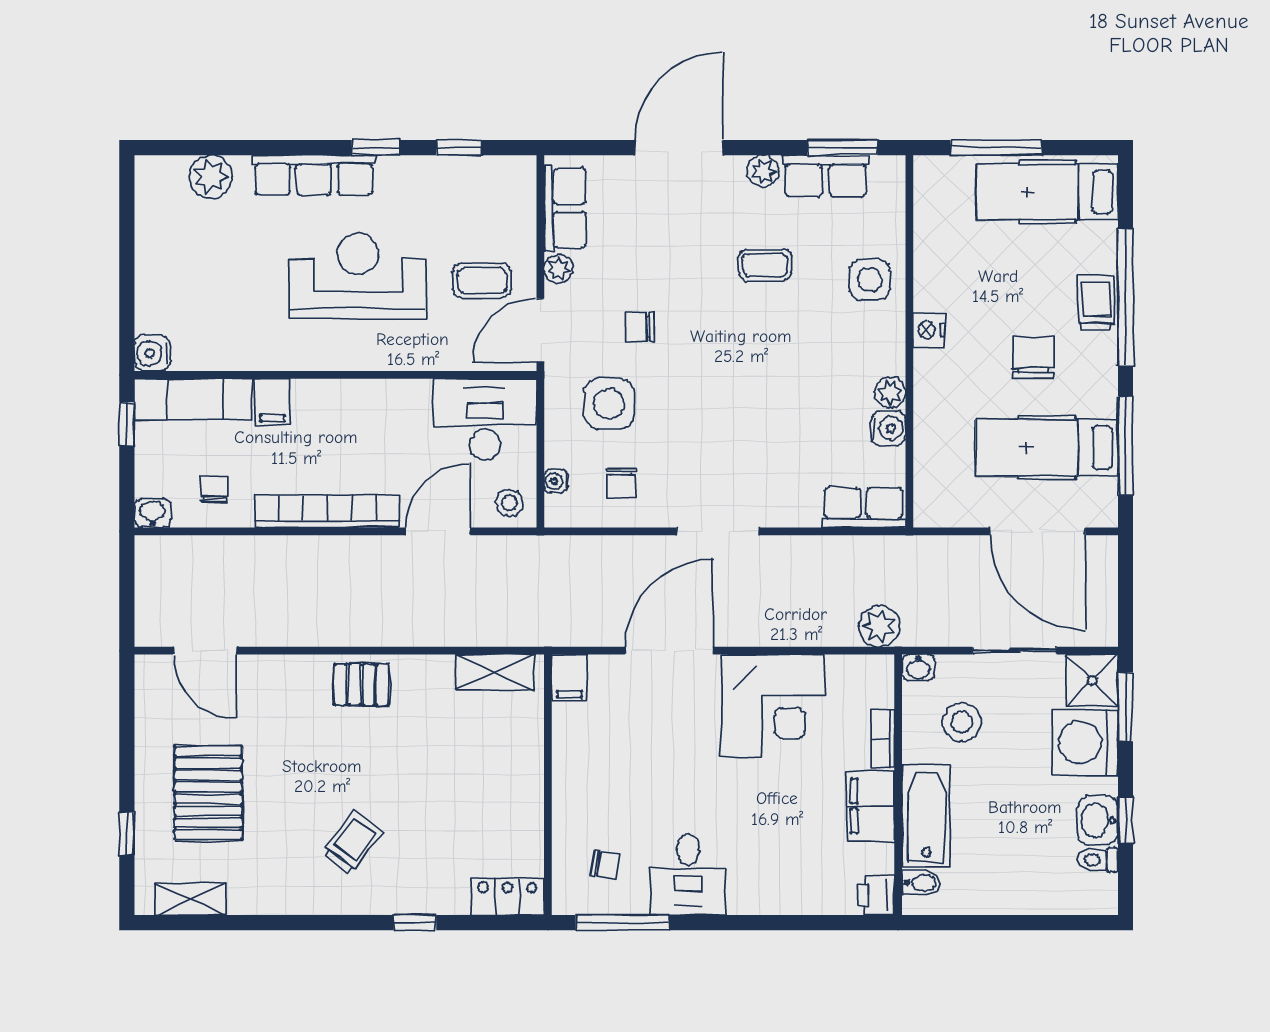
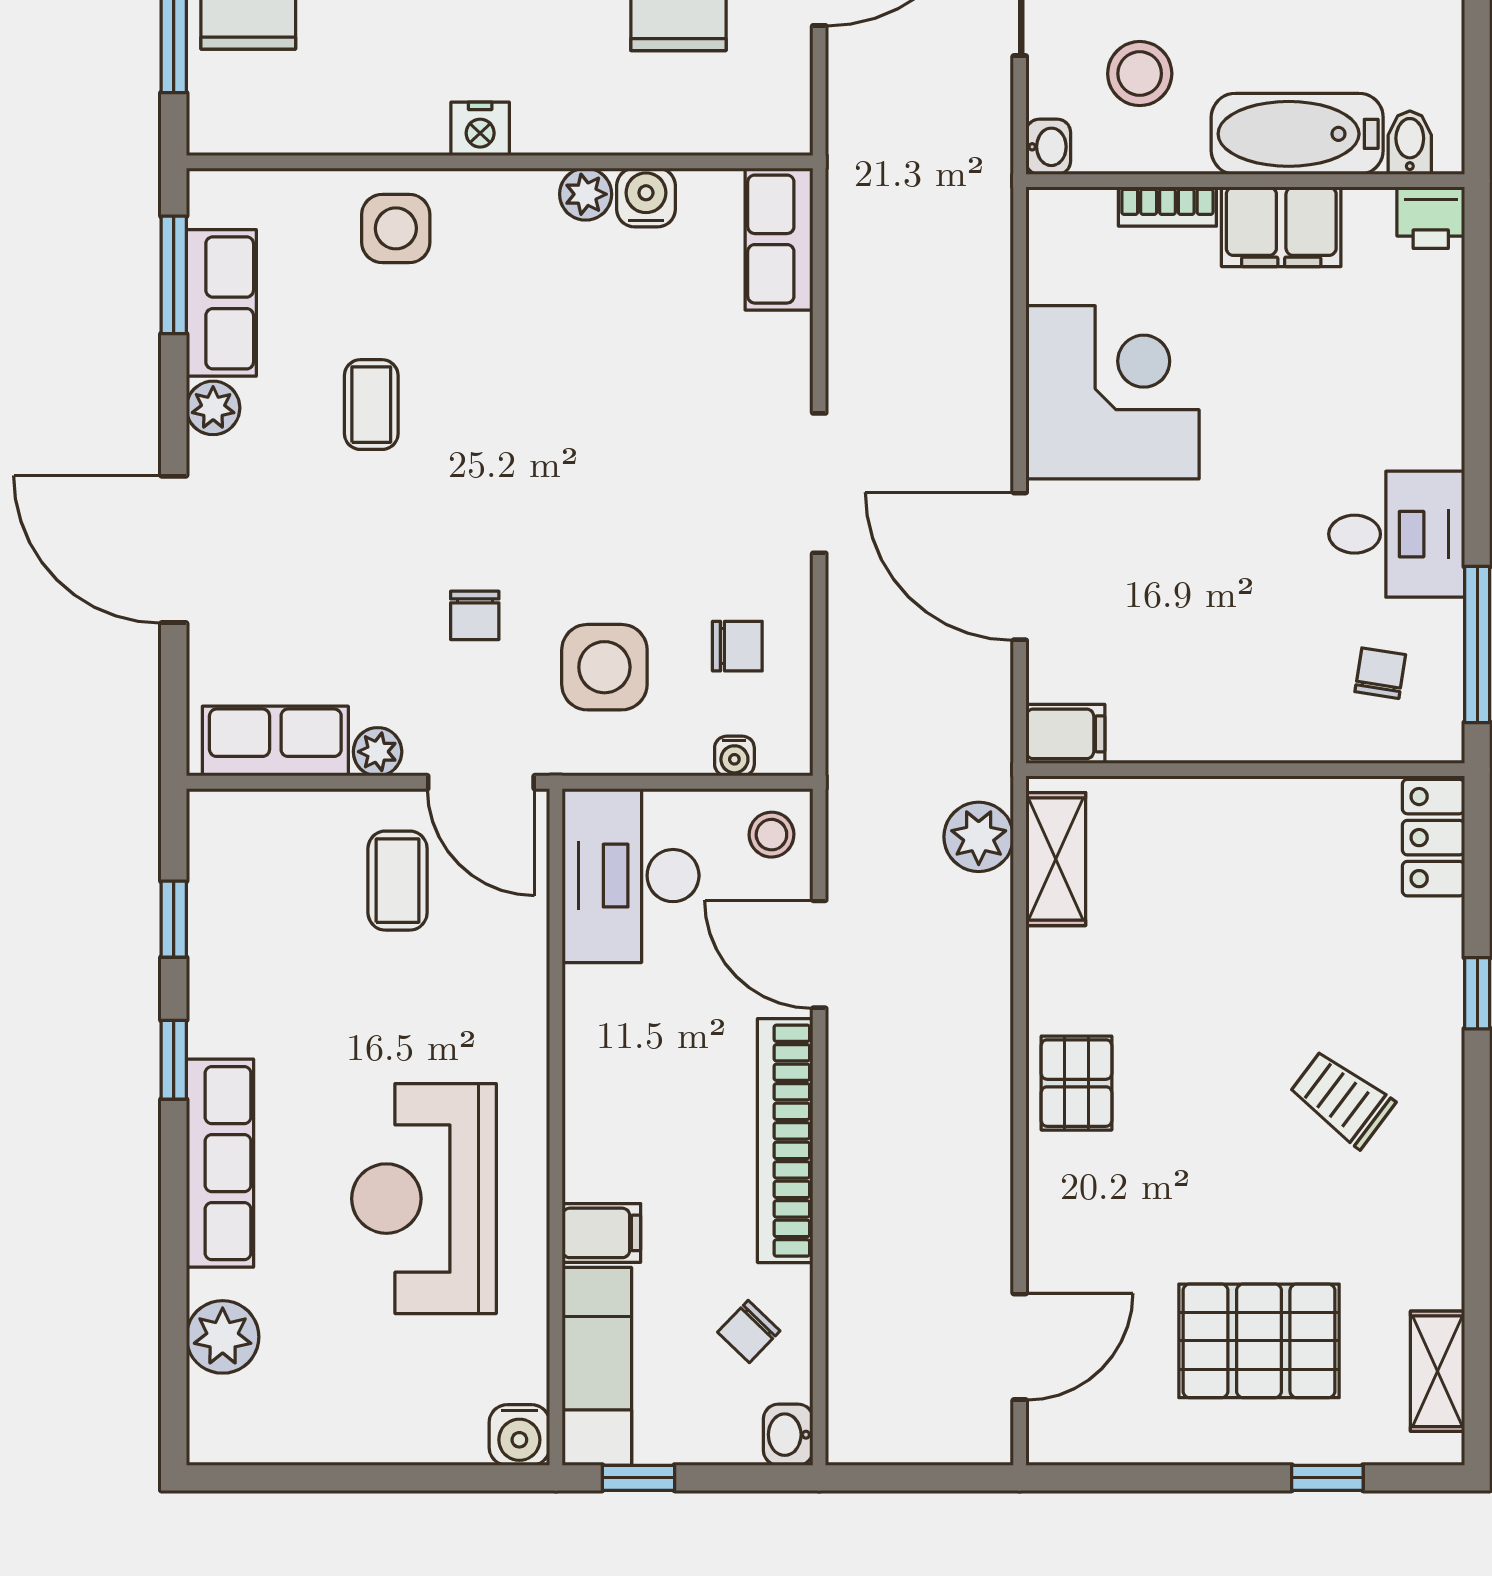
reception desk: (358, 276) -> (424, 1199), moved
chair: (214, 490) -> (749, 1332), turned -46
plant: (879, 626) -> (979, 837), moved

